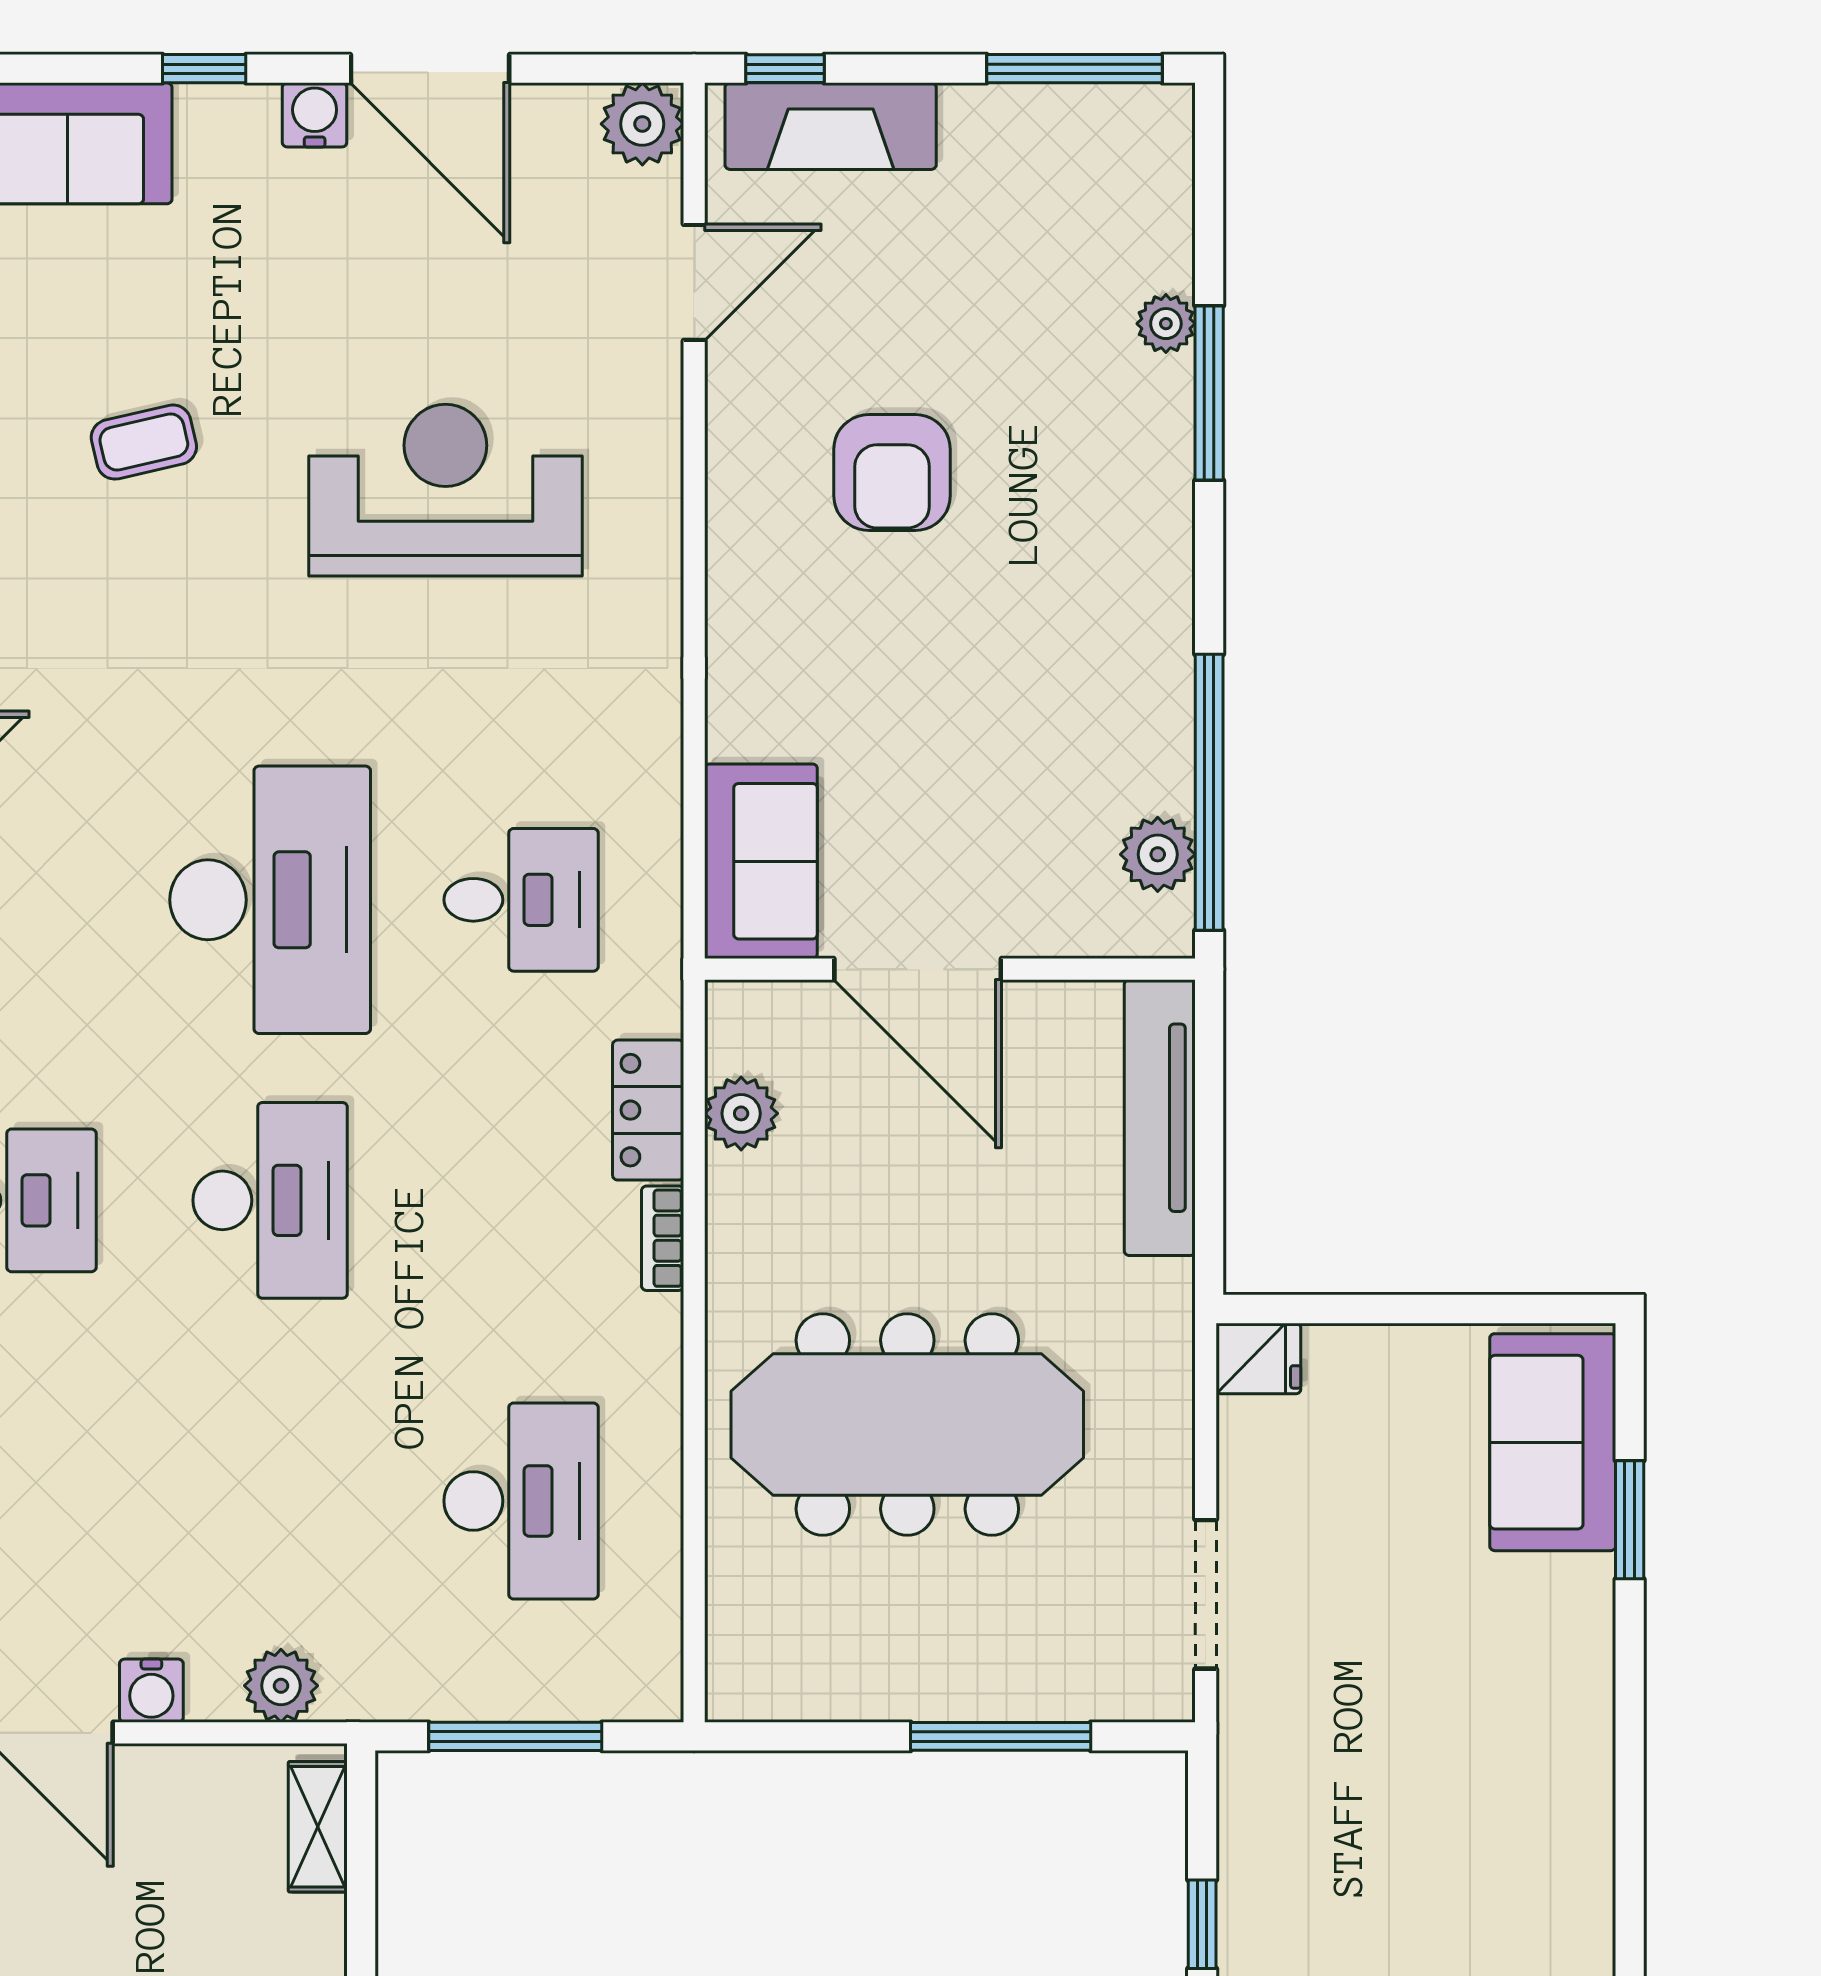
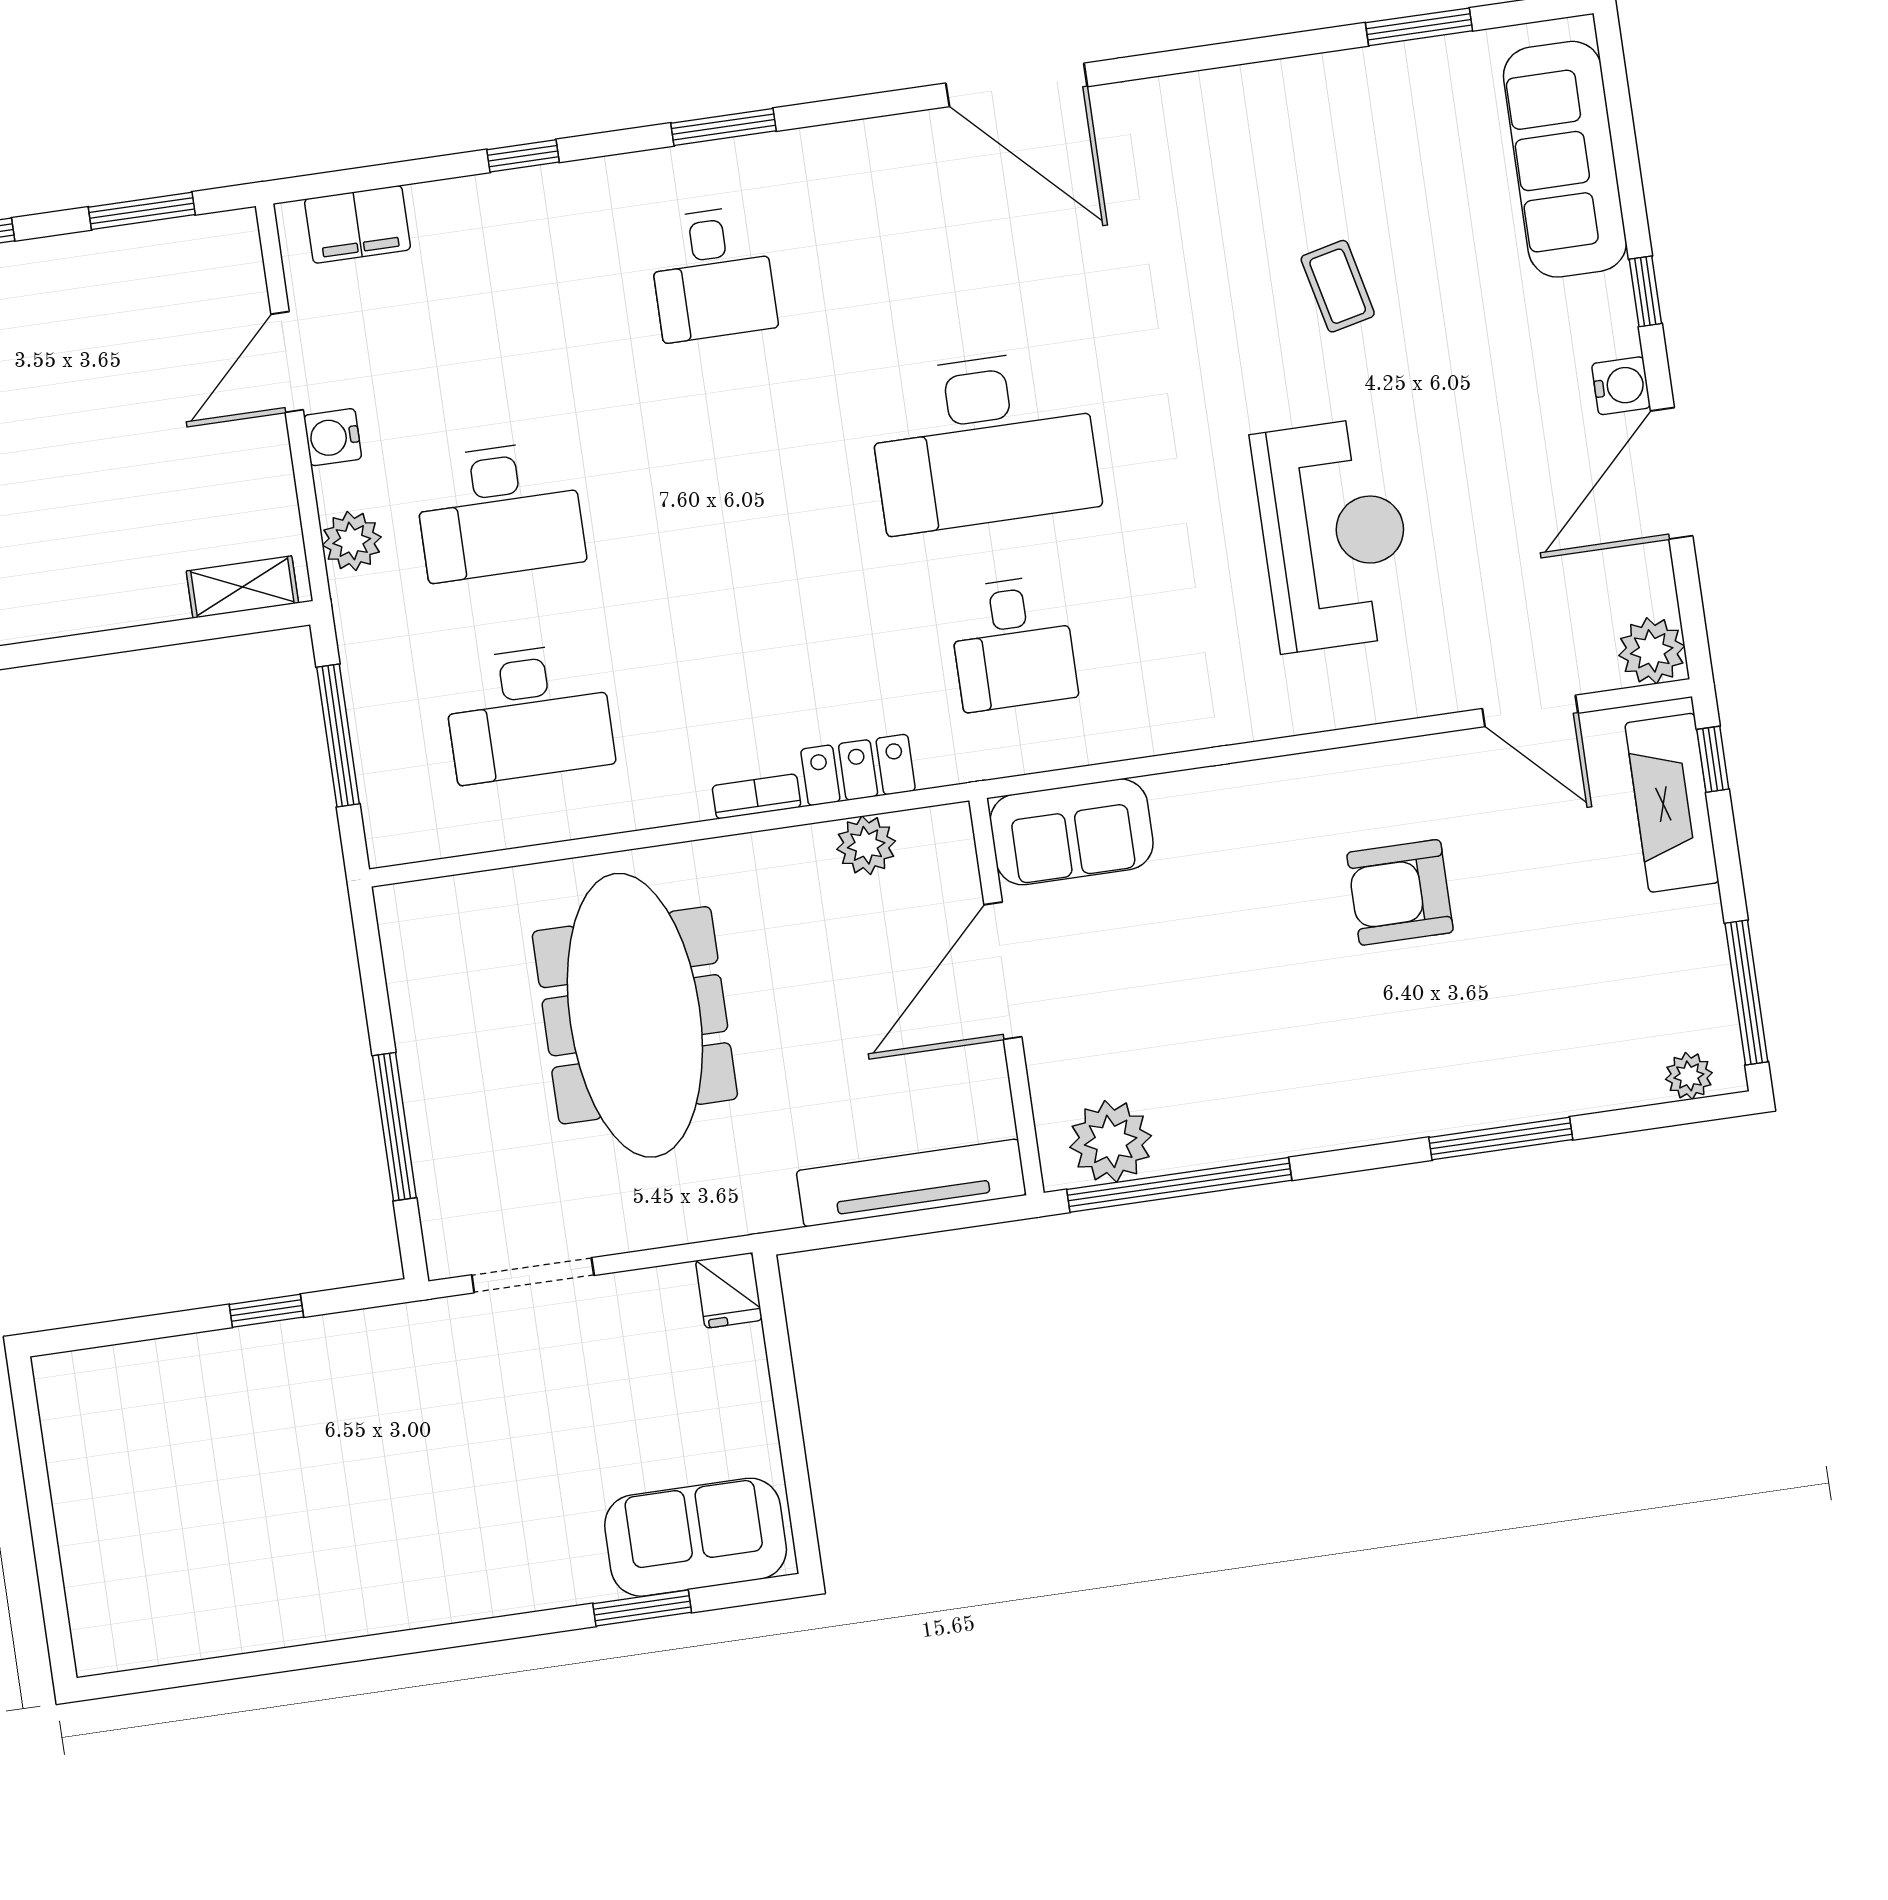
plant: (1166, 324) -> (1689, 1076), moved
plant: (1158, 854) -> (1111, 1141), width x1.36, depth x1.36
desk: (270, 1200) -> (499, 511), moved

